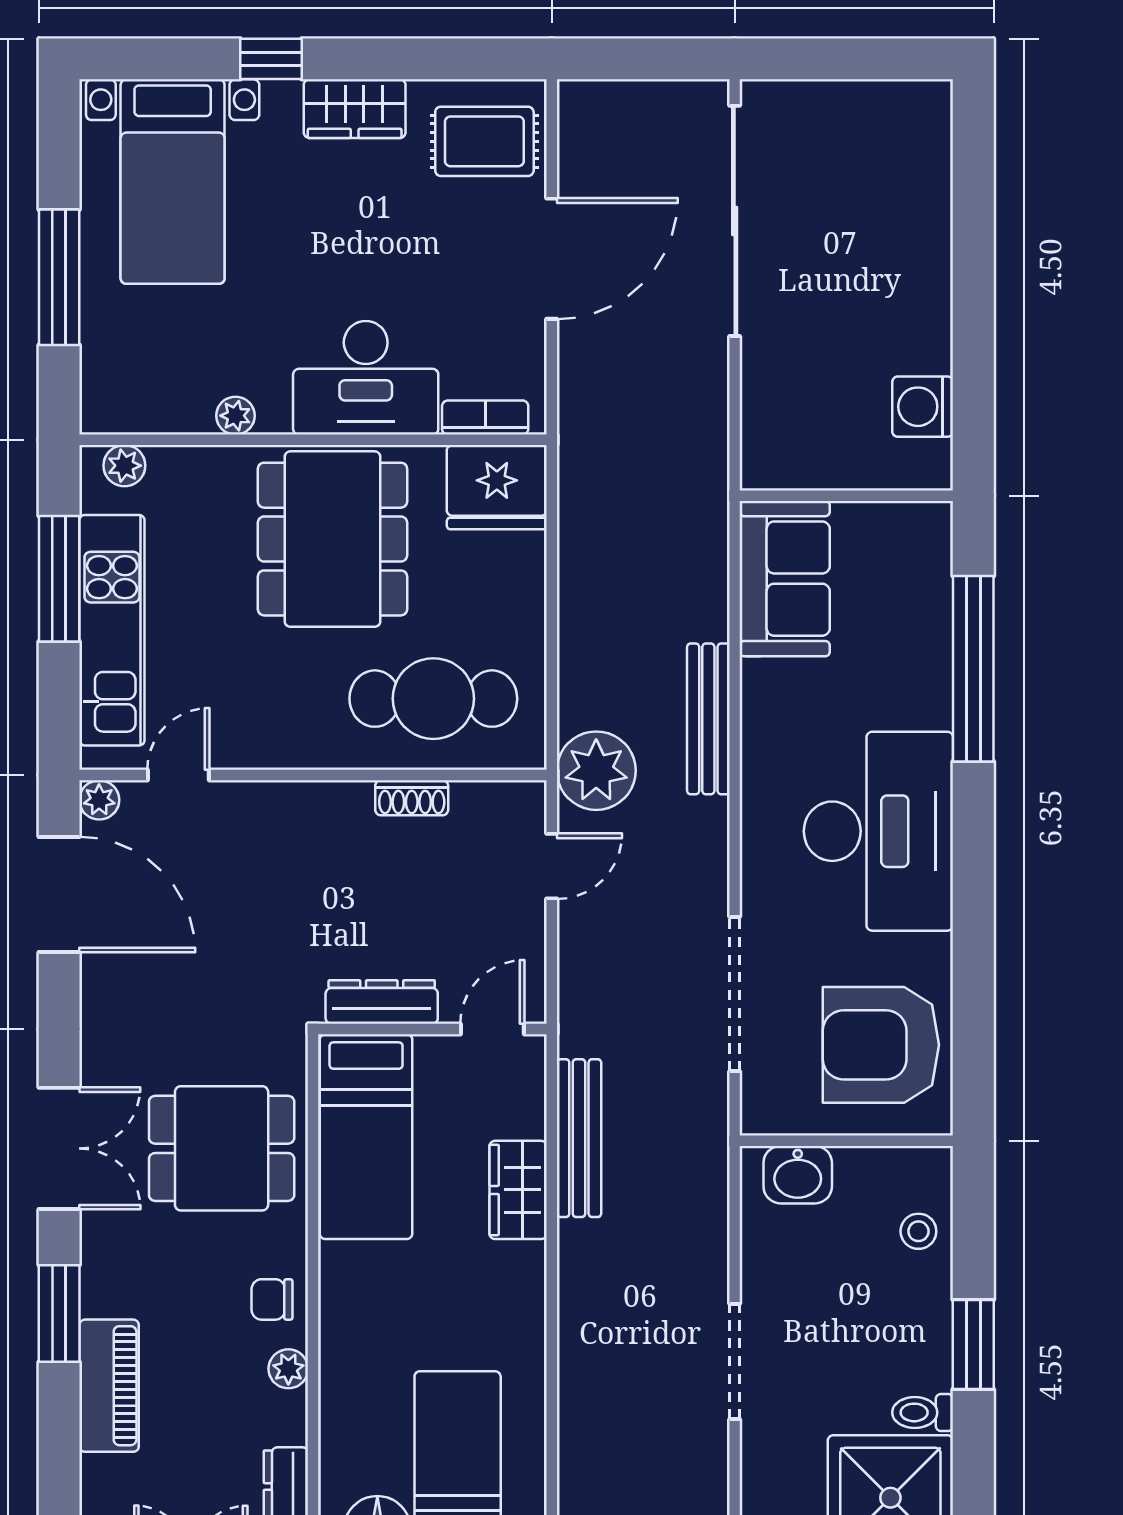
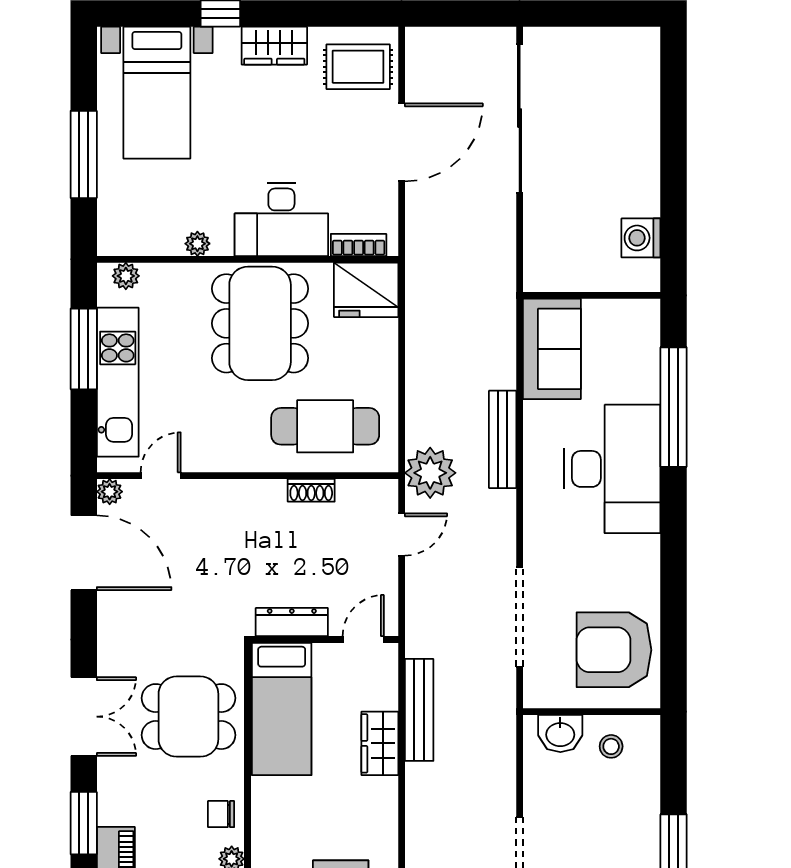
desk: (878, 831) -> (612, 469), moved
stool: (918, 1231) -> (611, 746), moved

